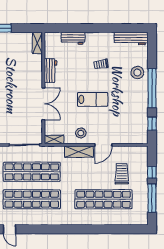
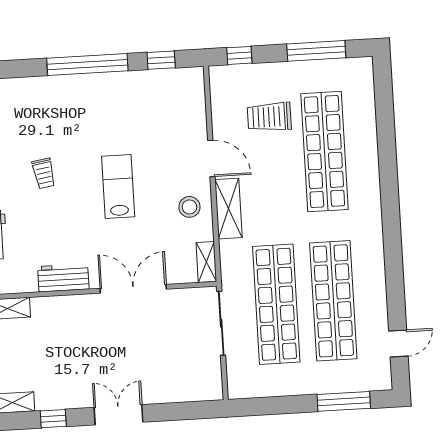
stool: (137, 72) -> (57, 97), removed
window: (152, 172) -> (239, 55), moved

